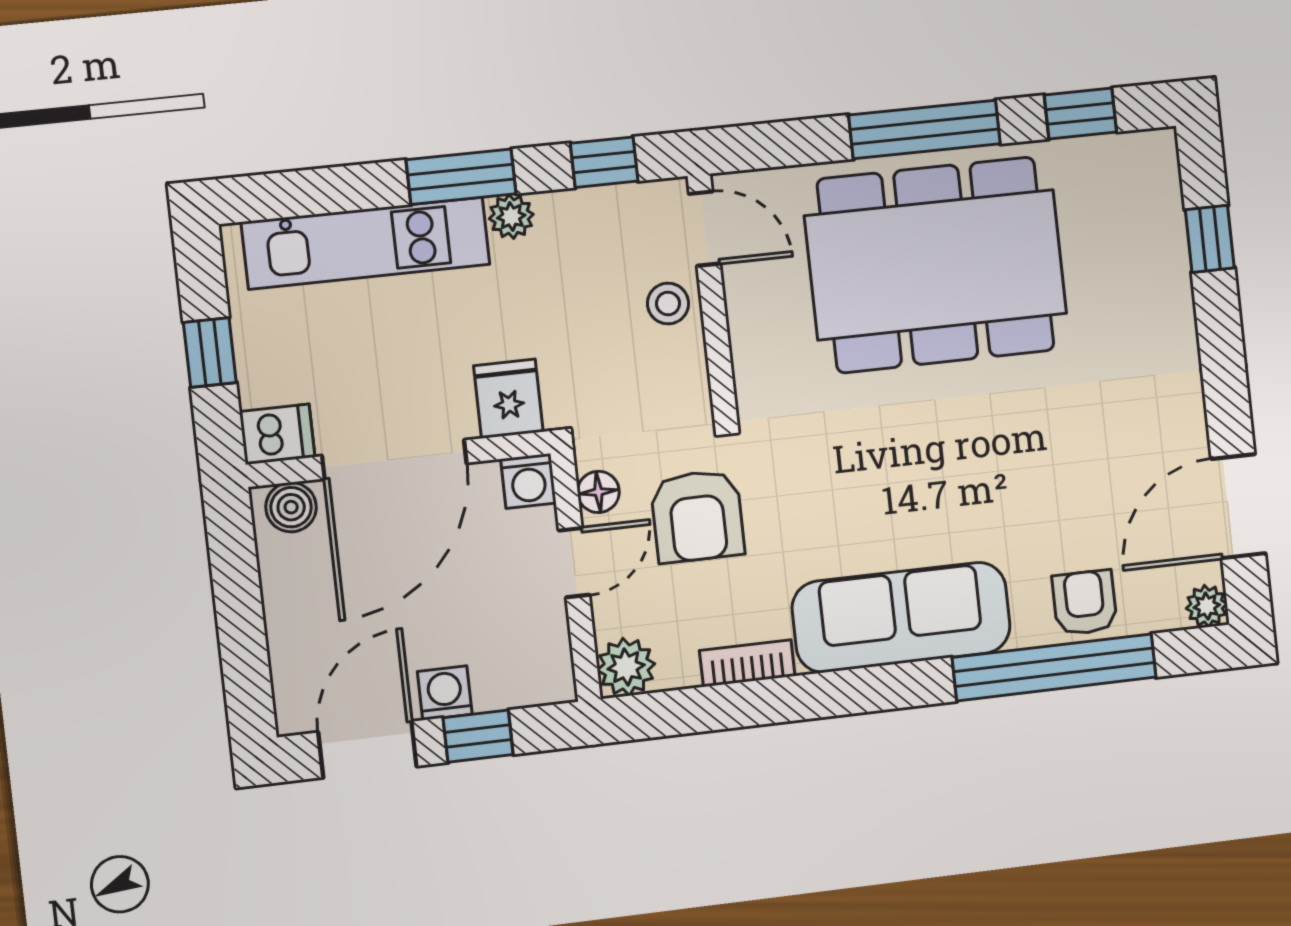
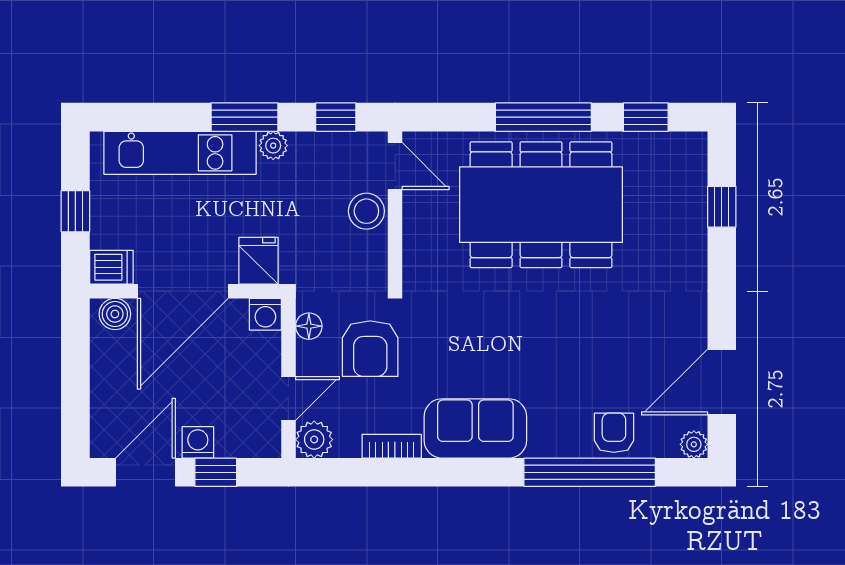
stool: (668, 303) -> (366, 211), width x1.37, depth x1.37
door: (574, 563) -> (288, 398), moved
sofa: (901, 617) -> (475, 428), width x0.73

